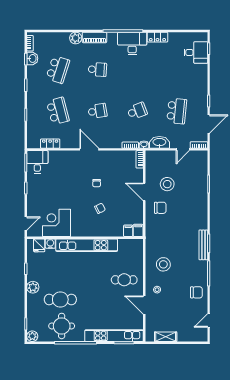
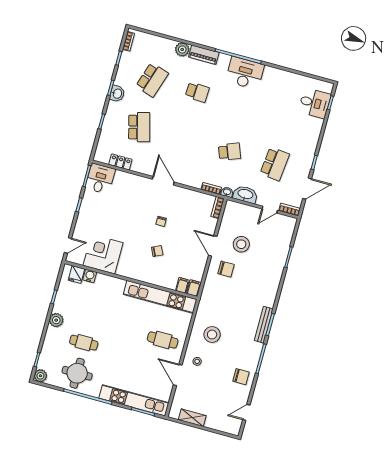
locker: (157, 37) -> (276, 74), removed
washbasin: (32, 58) -> (117, 94), moved
school desk: (97, 111) -> (184, 139), removed
kitchen unit: (87, 245) -> (160, 297), moved
cafe table: (60, 300) -> (84, 343), width x0.73, depth x0.74

